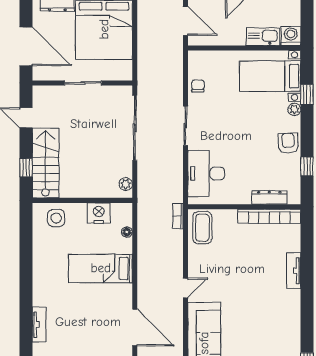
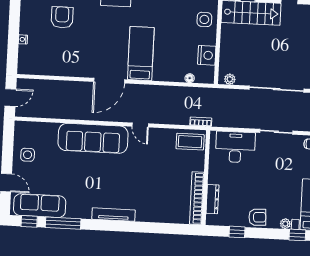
bed: (101, 268) -> (141, 54), moved
tv unit: (294, 271) -> (113, 215), moved, width x1.41

